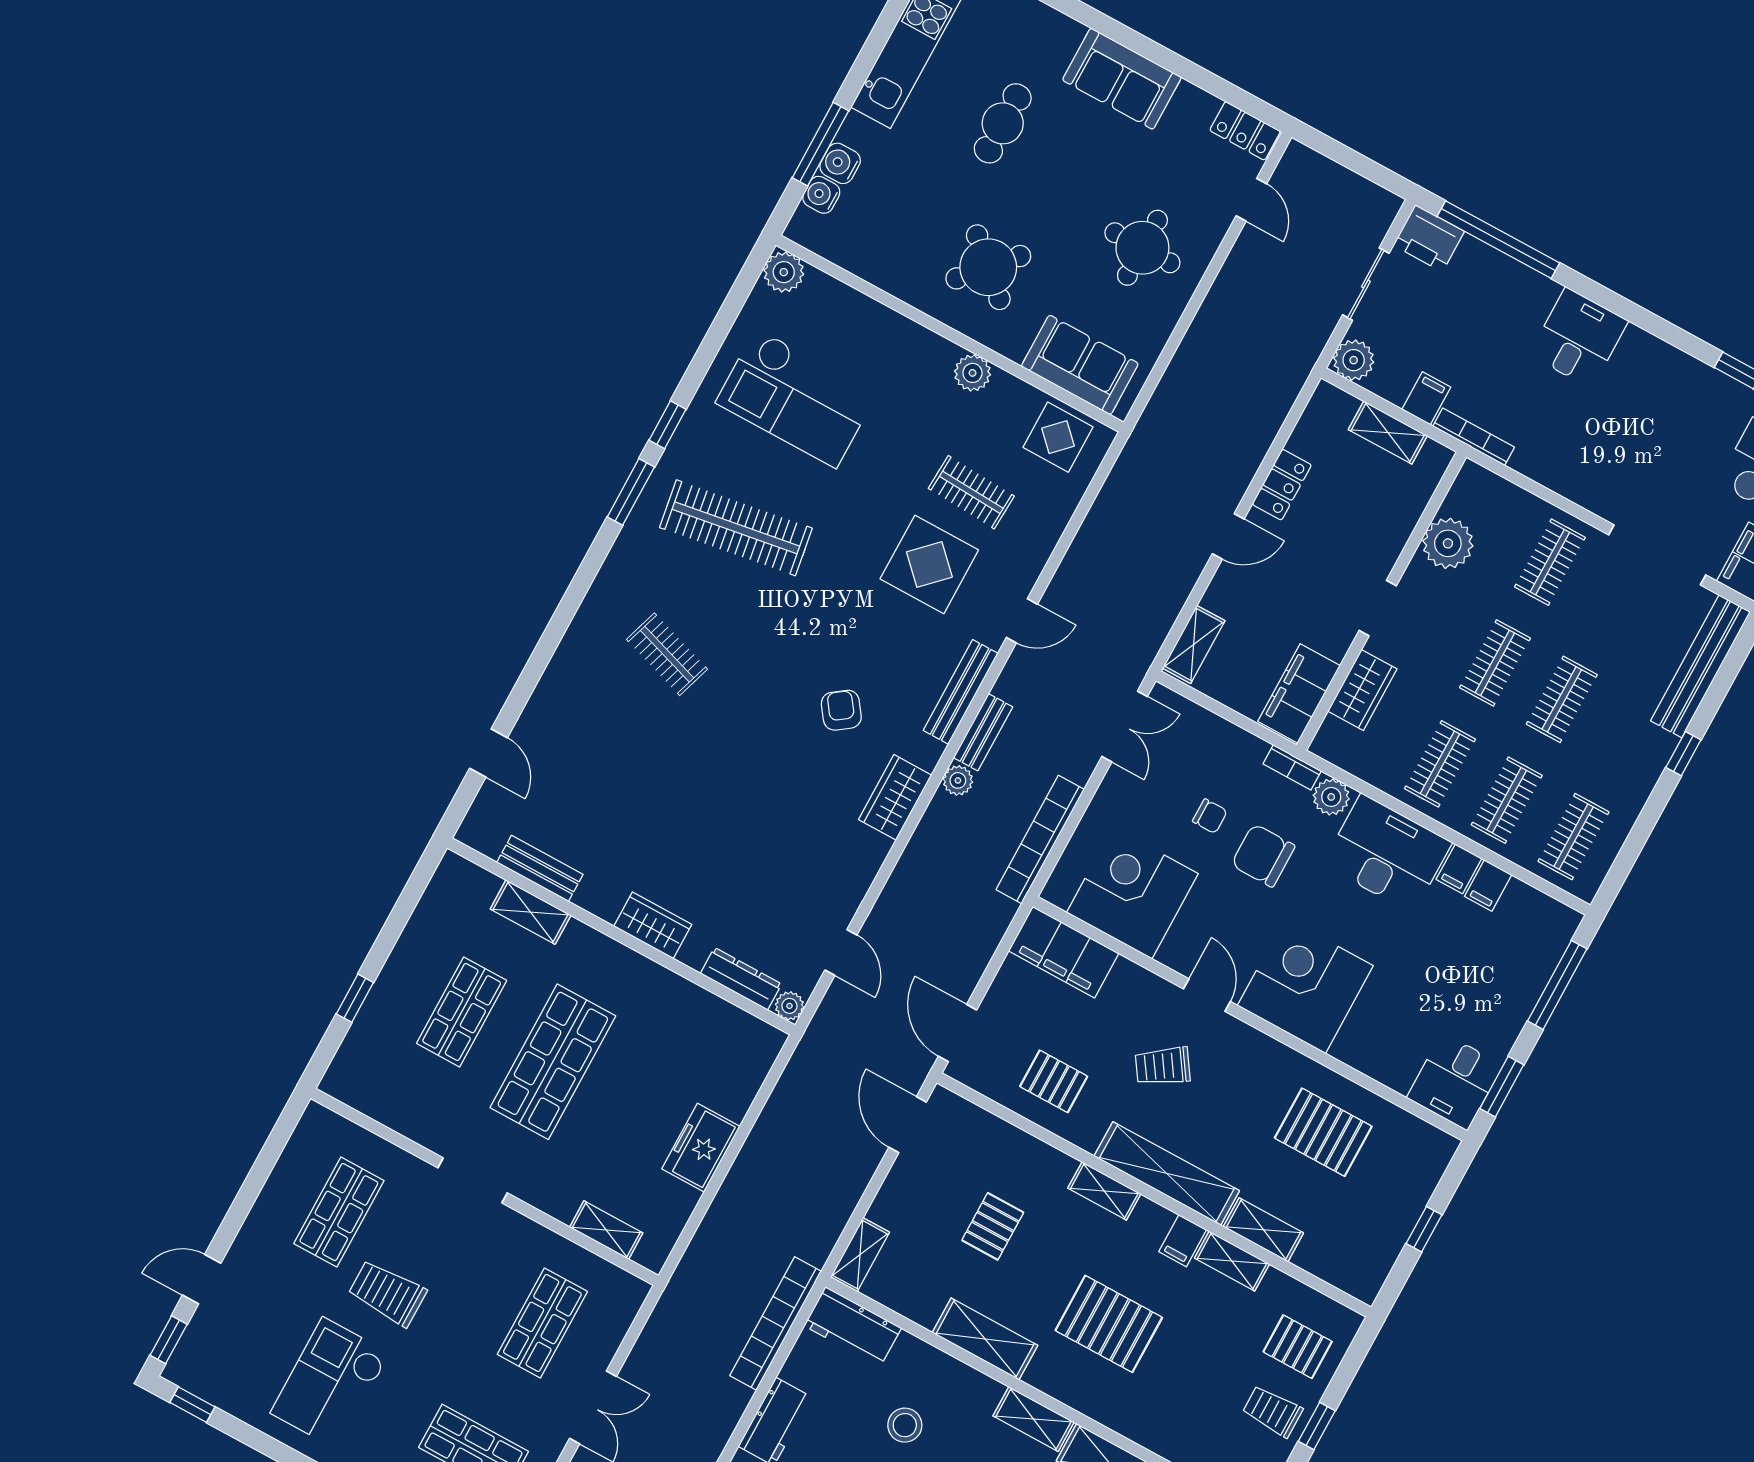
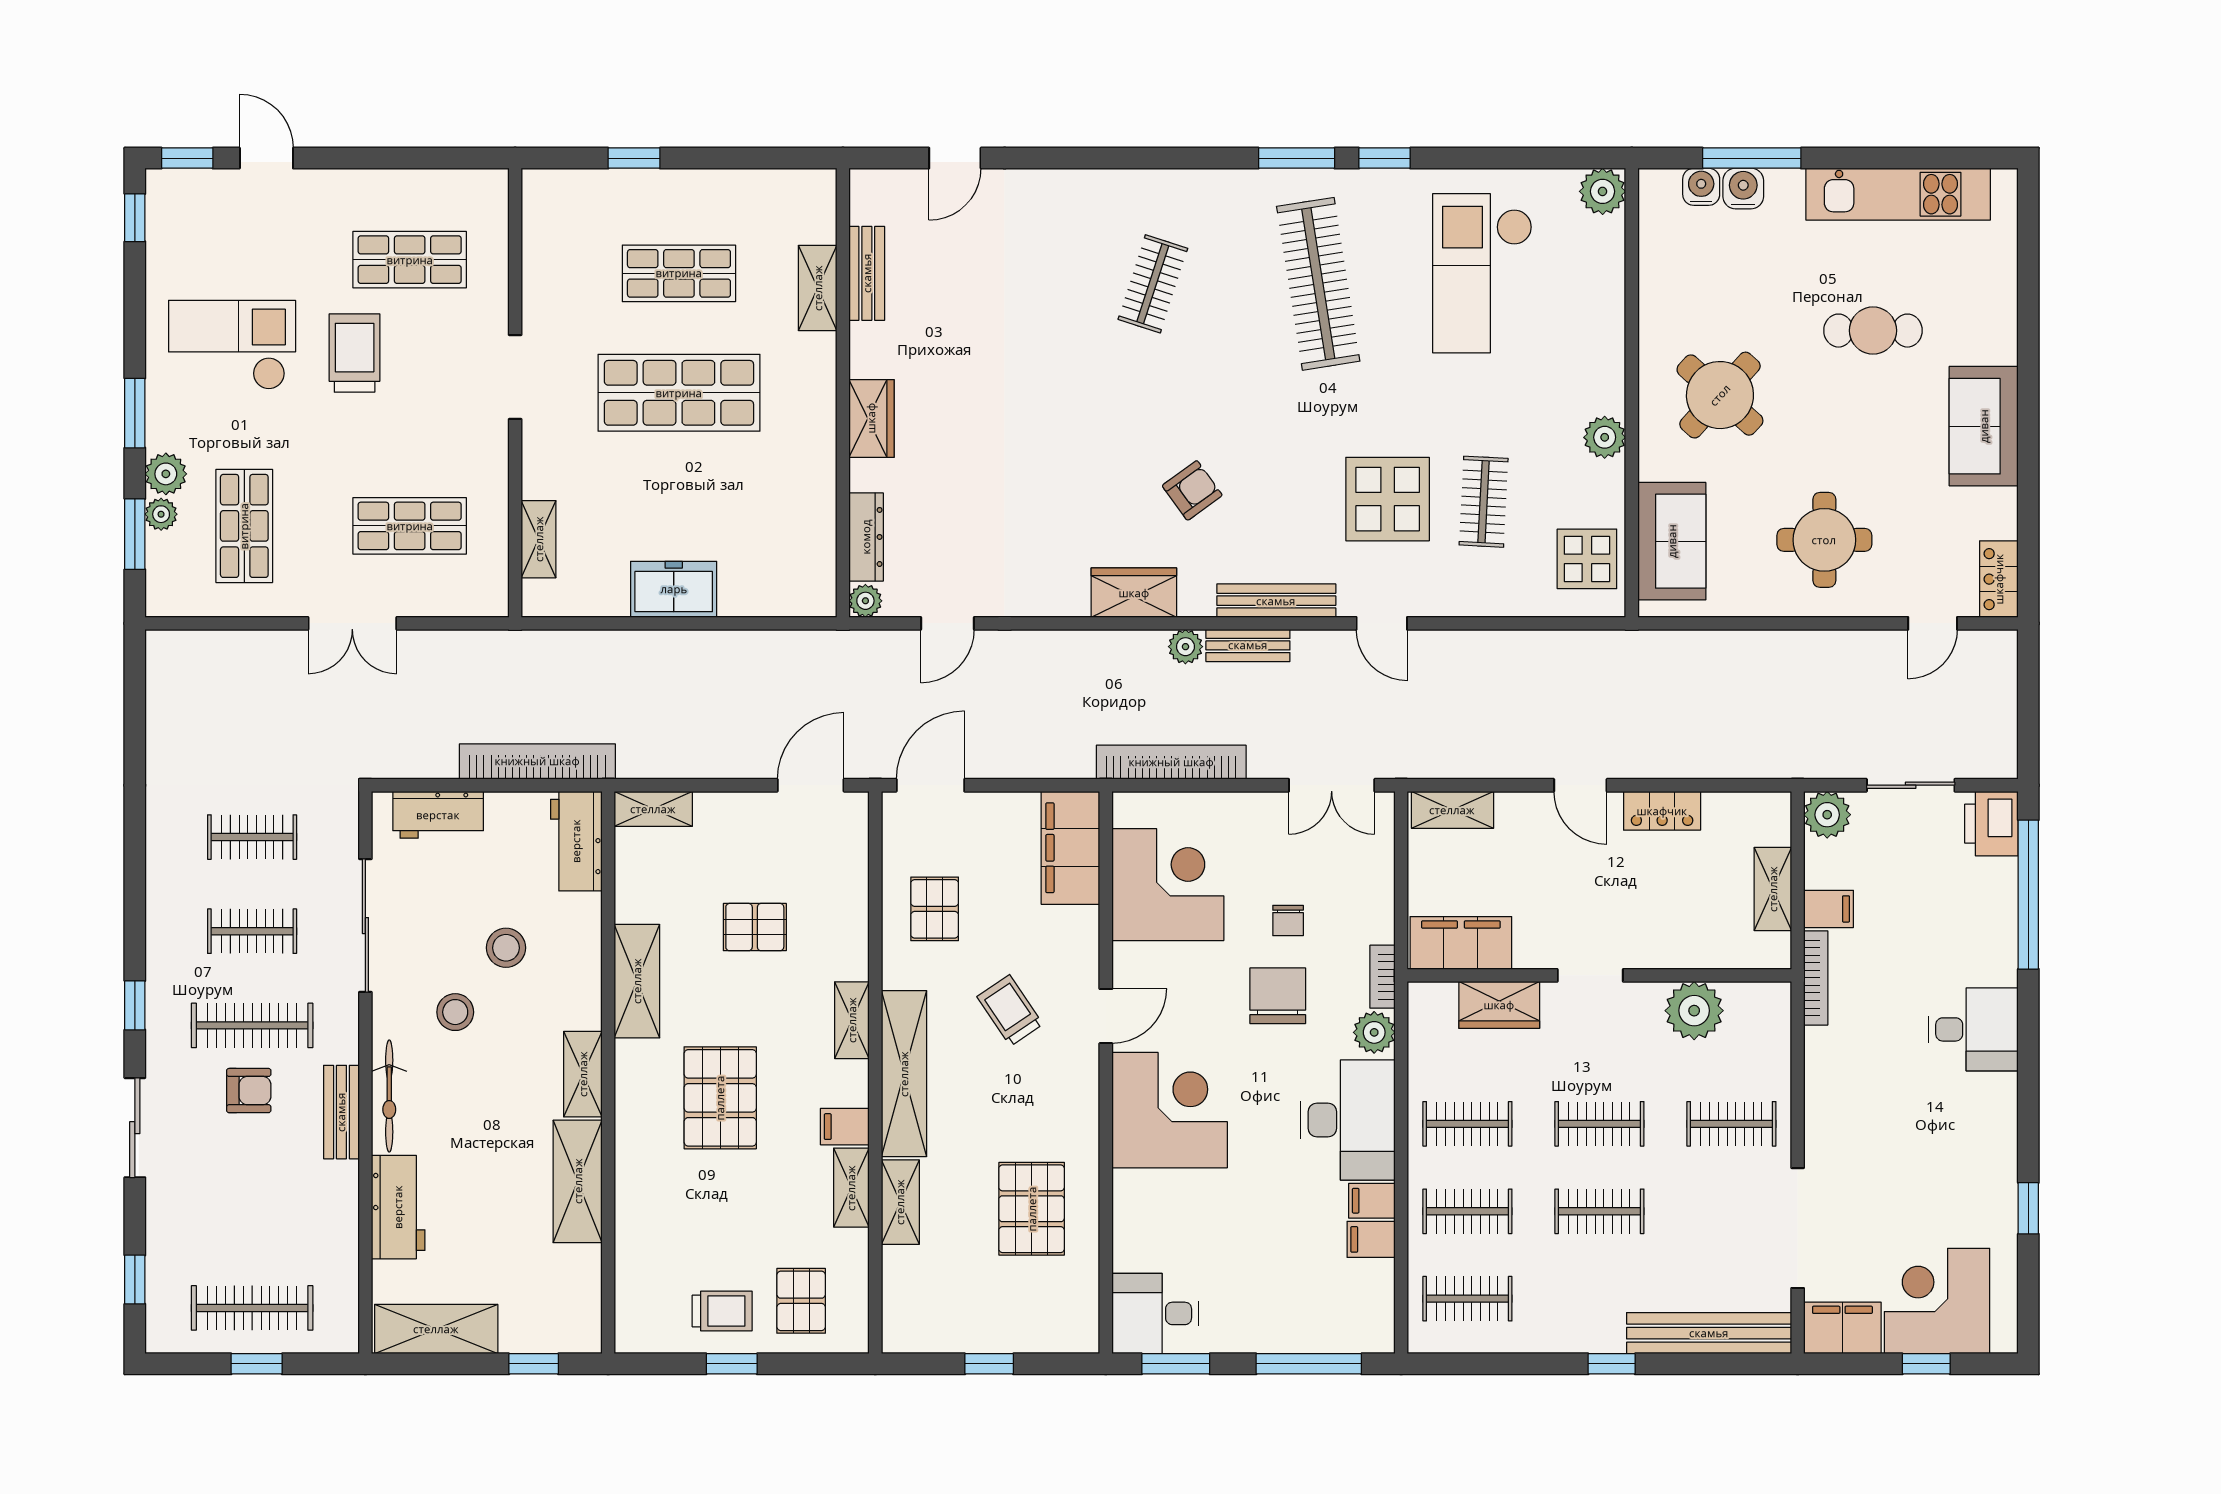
trolley: (1272, 1411) -> (722, 1311), turned 90

